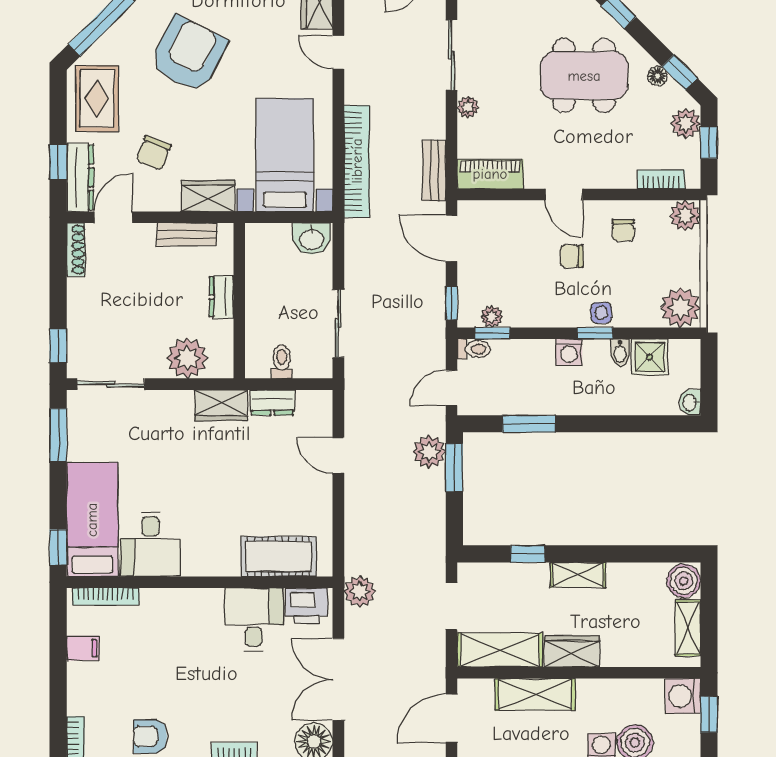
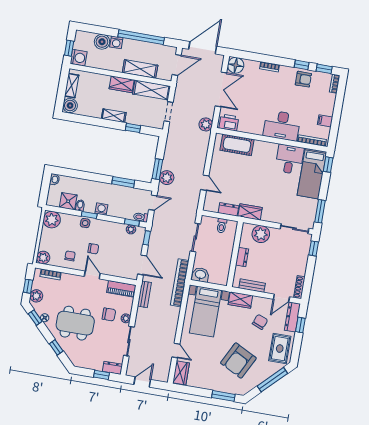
chair: (509, 109) -> (109, 314), added
bookcase: (357, 161) -> (180, 283), moved
desk: (254, 620) -> (282, 126), moved, width x1.37

